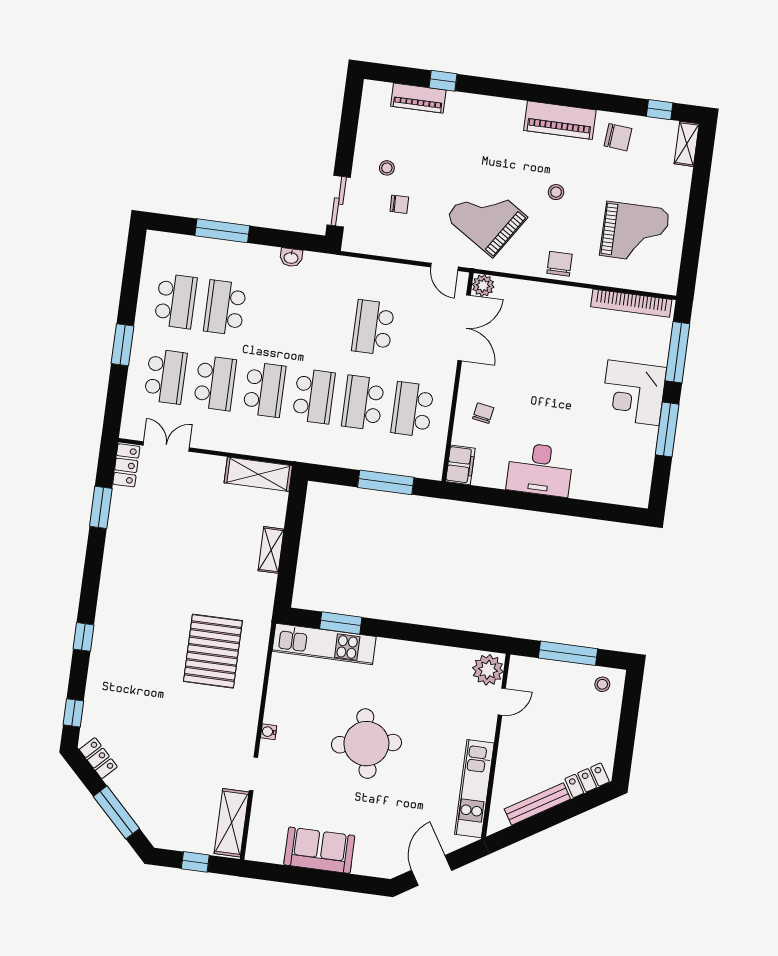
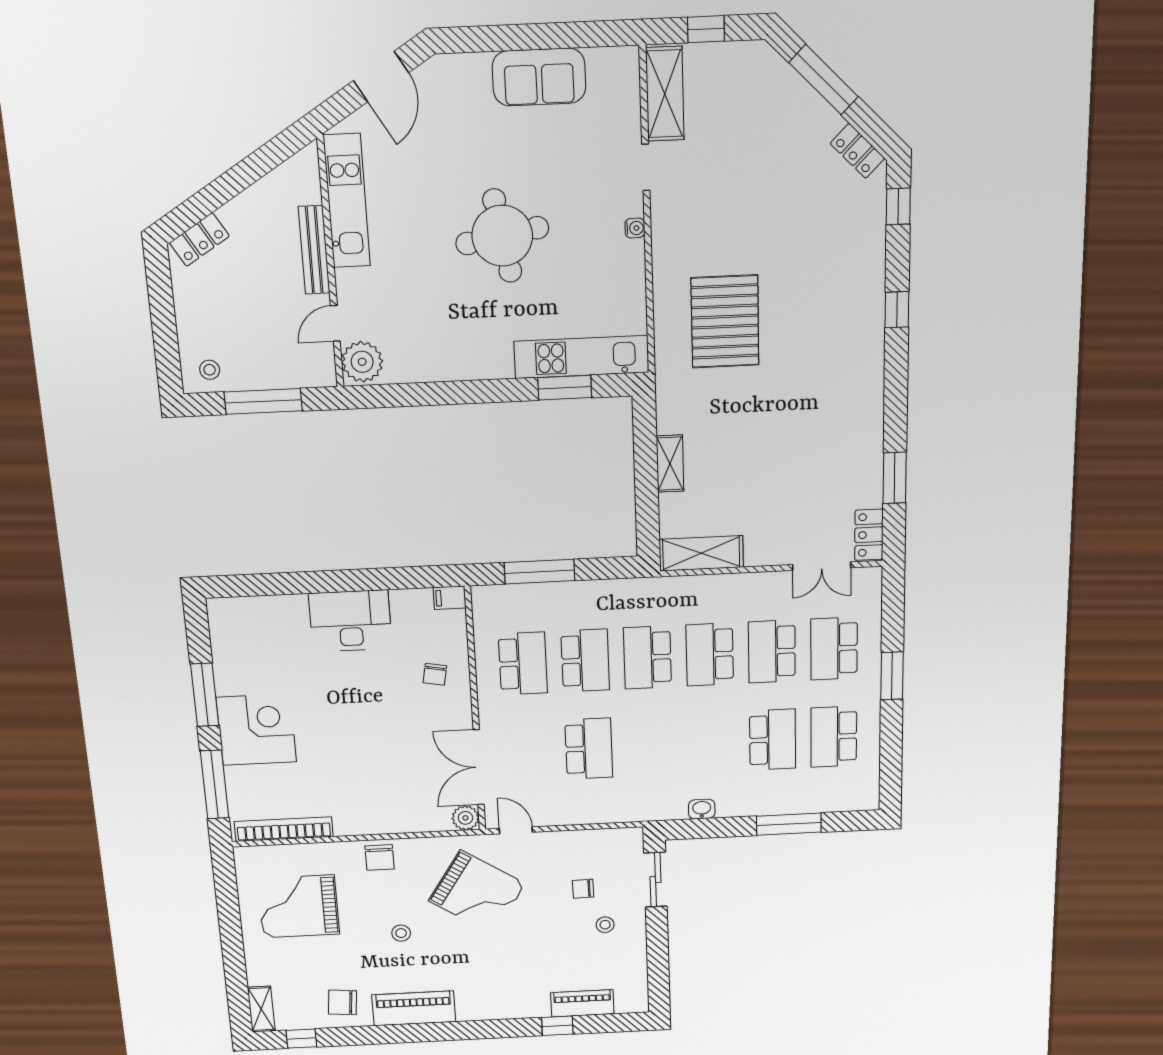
filing cabinet: (460, 465) -> (450, 598), width x0.50
bench: (537, 804) -> (314, 250), moved, turned -58

